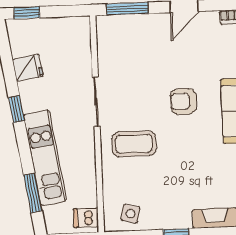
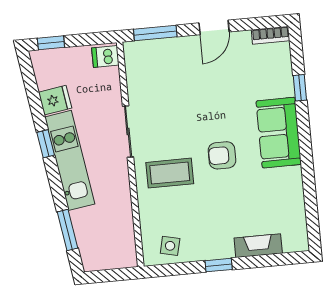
armchair: (183, 101) -> (222, 155), moved
kitchen unit: (45, 158) -> (70, 160), moved
dishwasher: (86, 218) -> (105, 57), moved

